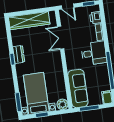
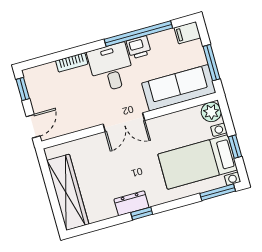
printer: (96, 18) -> (139, 47), moved
double door: (61, 38) -> (124, 122), moved

